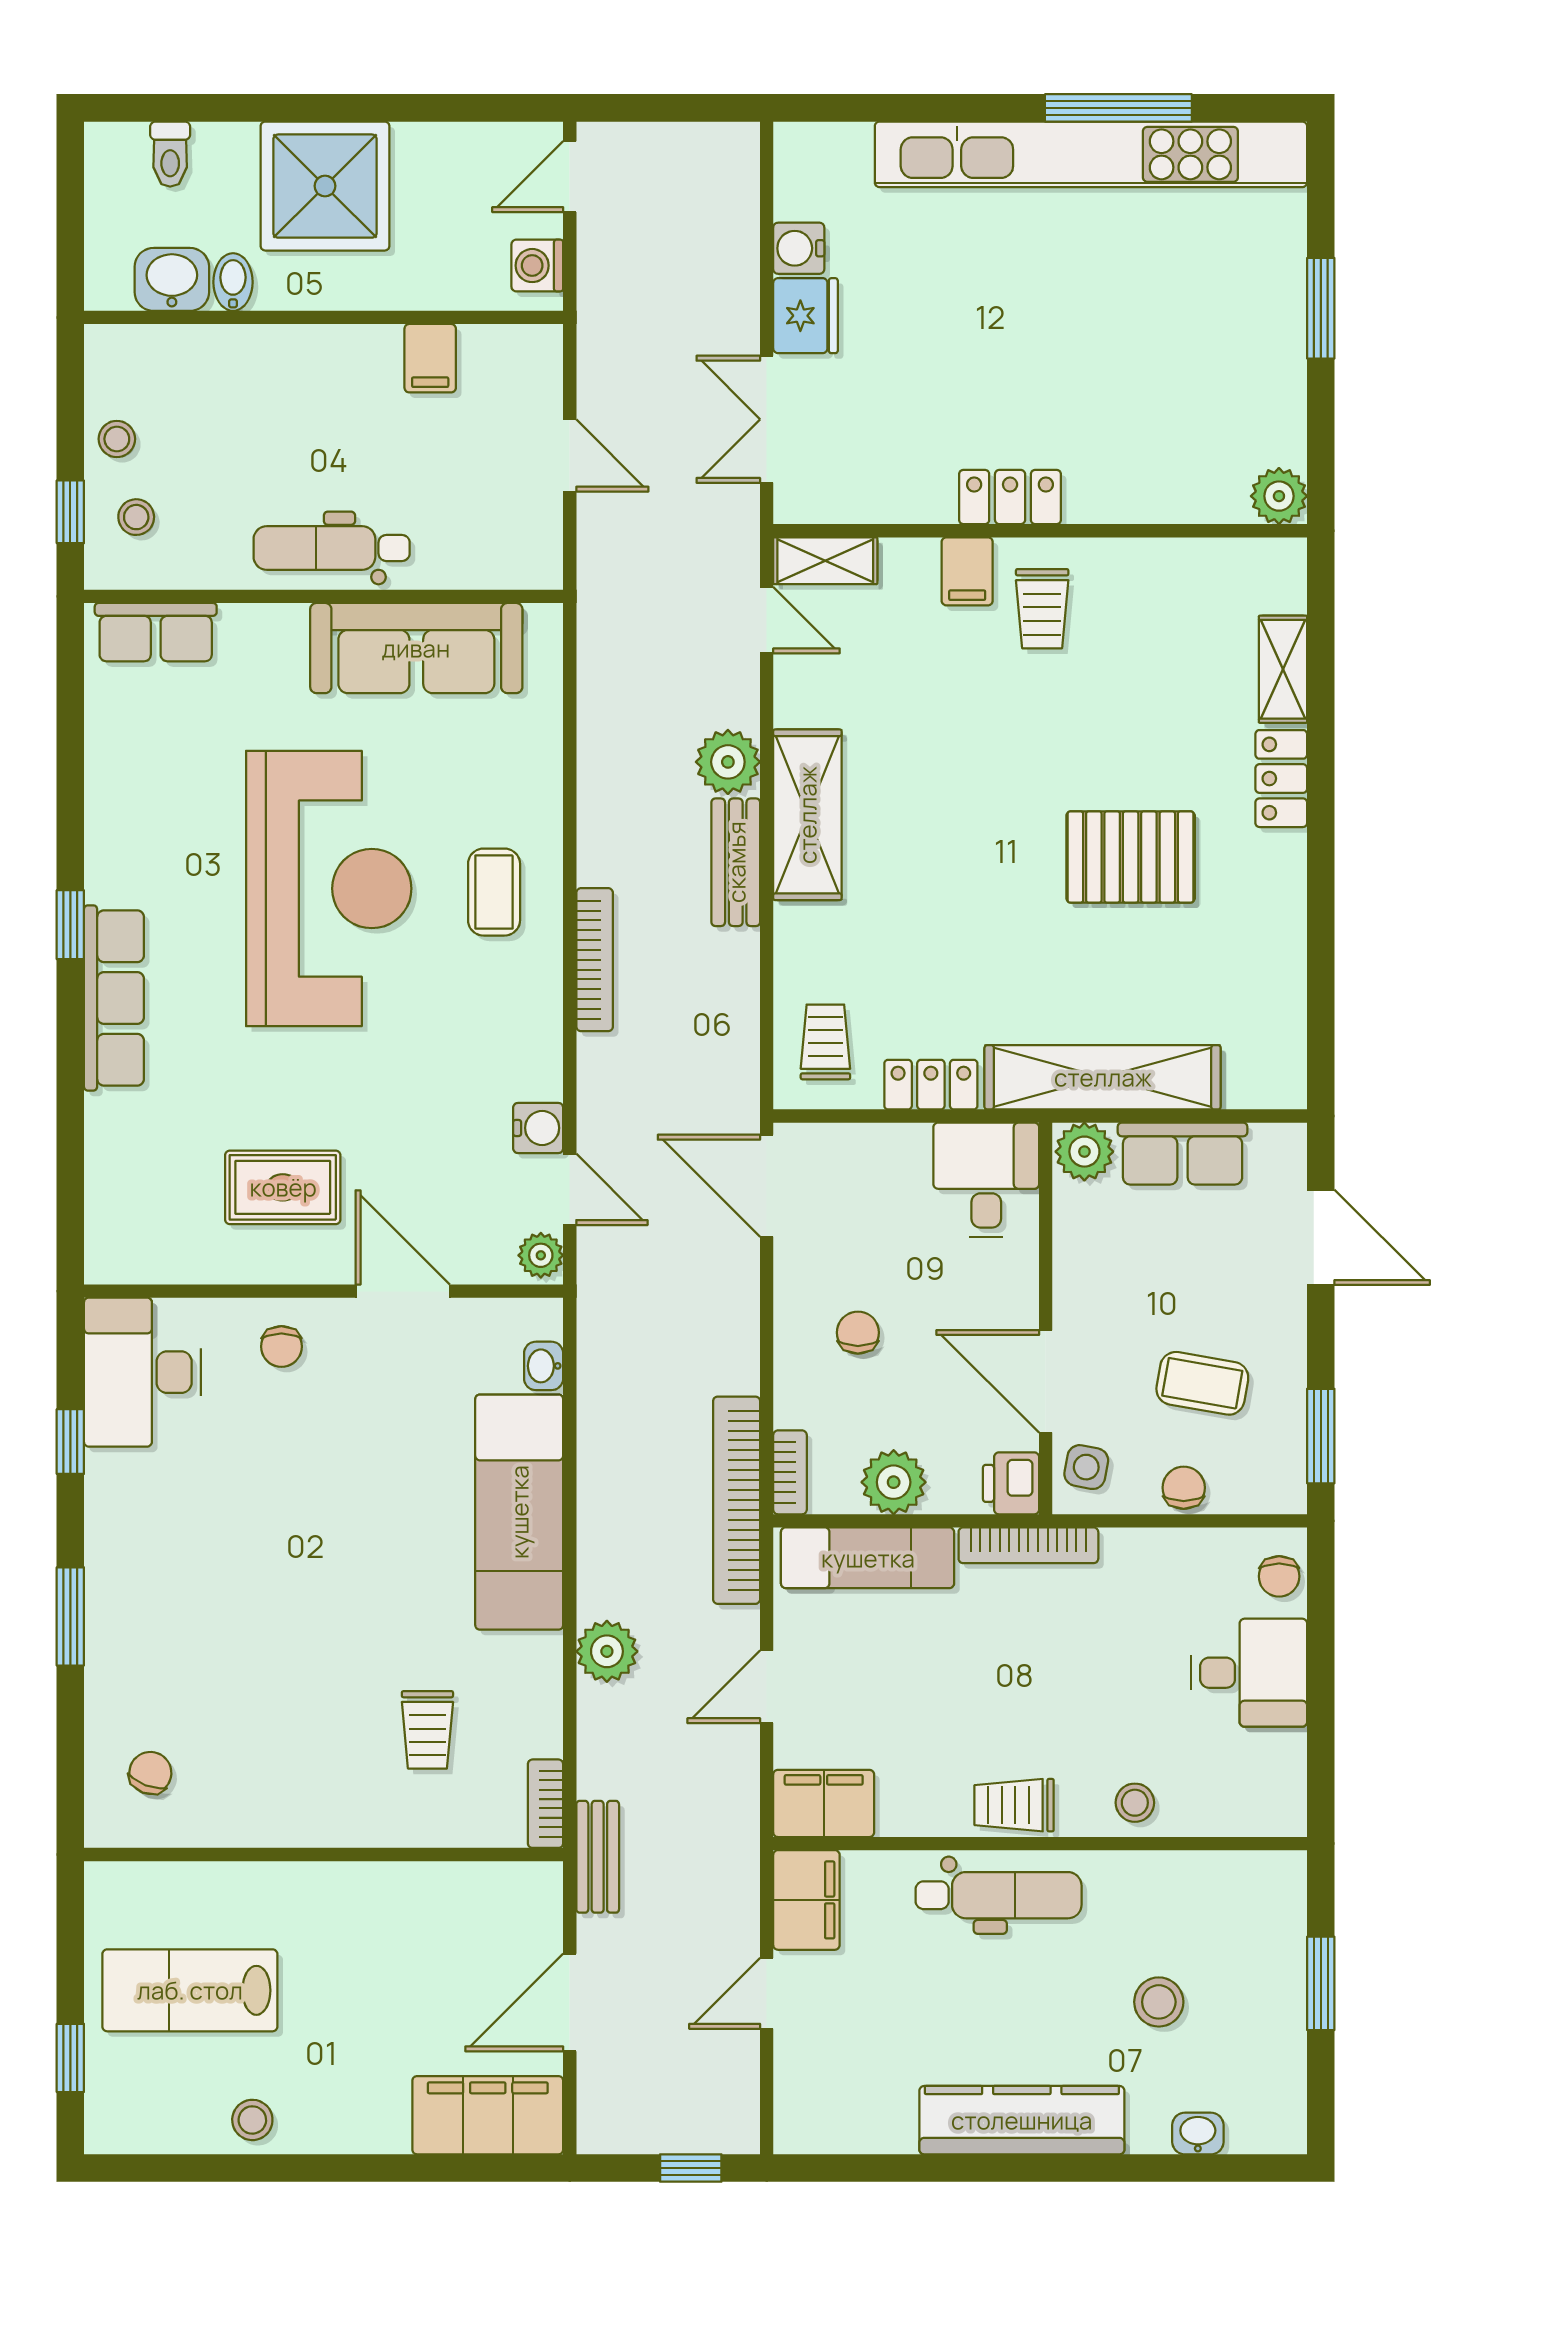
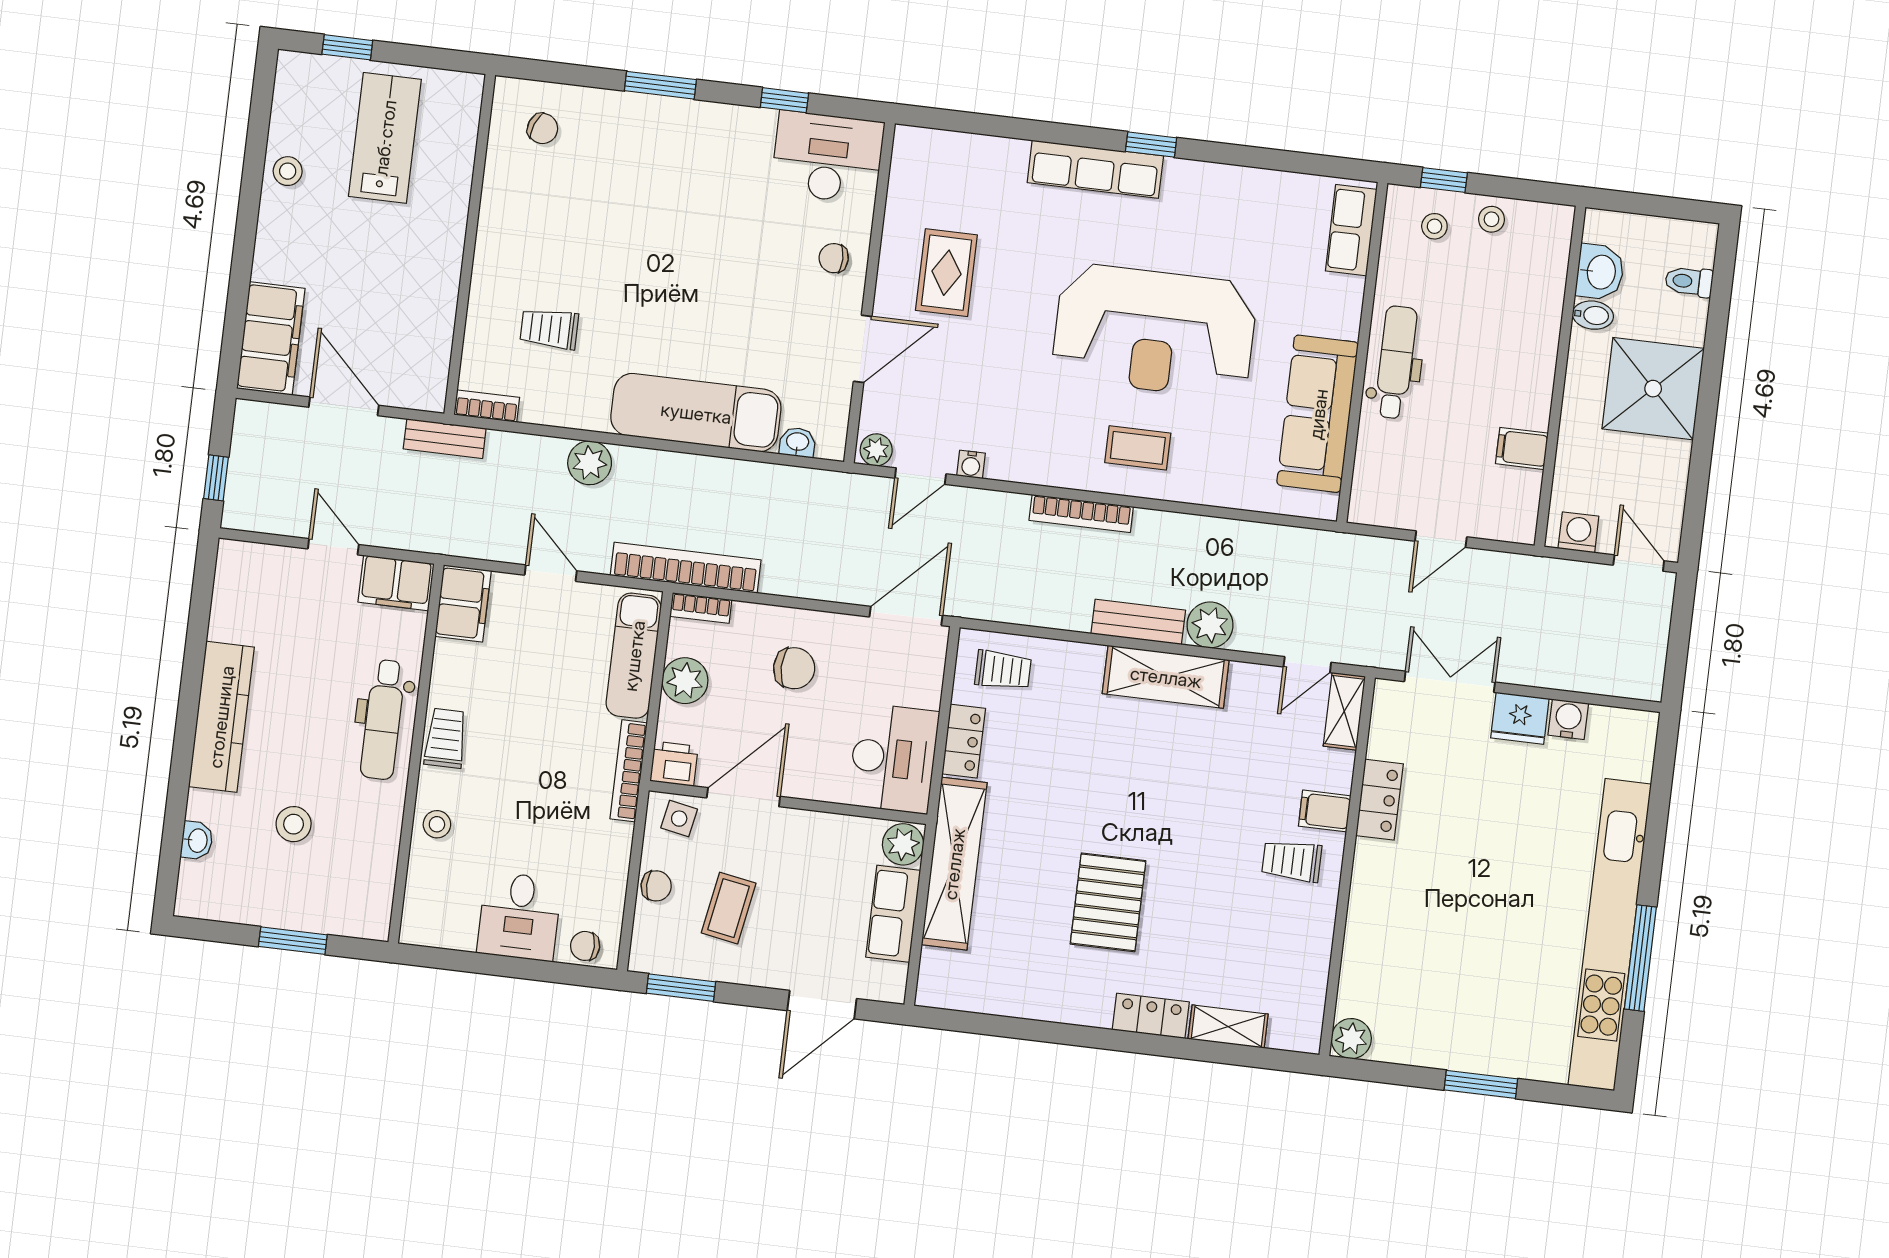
locker: (1010, 497) -> (1380, 800), moved
water cooler: (538, 1128) -> (971, 464), width x0.72, depth x0.72
desk: (986, 1180) -> (893, 758), width x1.37
chair: (858, 1333) -> (794, 668), width x1.37, depth x1.37

